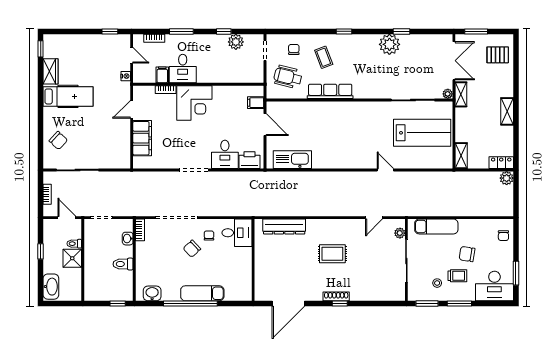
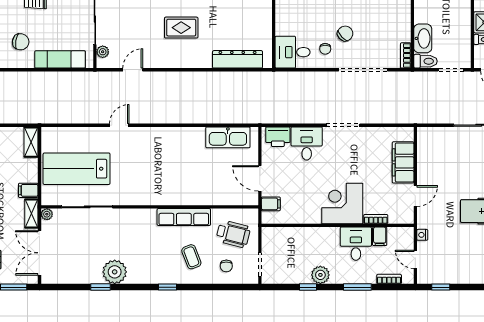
plant: (236, 42) -> (320, 275), moved
filing cabinet: (464, 114) -> (28, 190), added
door: (385, 170) -> (119, 125), swing flipped
washbasin: (128, 239) -> (423, 38), width x1.91, depth x1.45
chair: (467, 254) -> (21, 42), moved
toilet: (123, 264) -> (425, 61), moved

